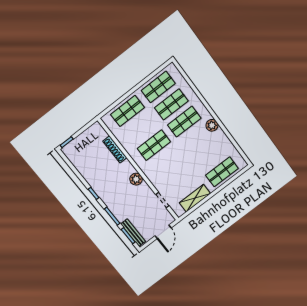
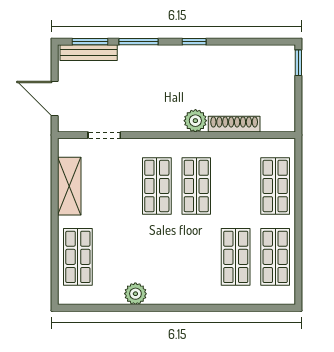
shop shelf: (184, 122) -> (157, 186), moved
plant: (212, 125) -> (135, 294), moved
plant: (136, 179) -> (195, 121), moved

